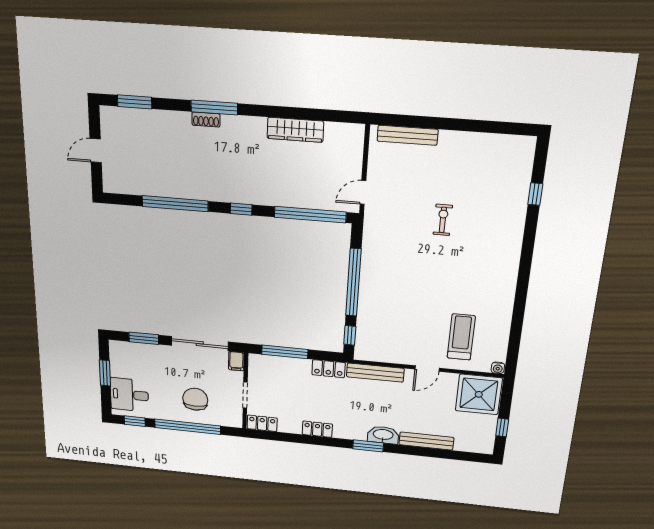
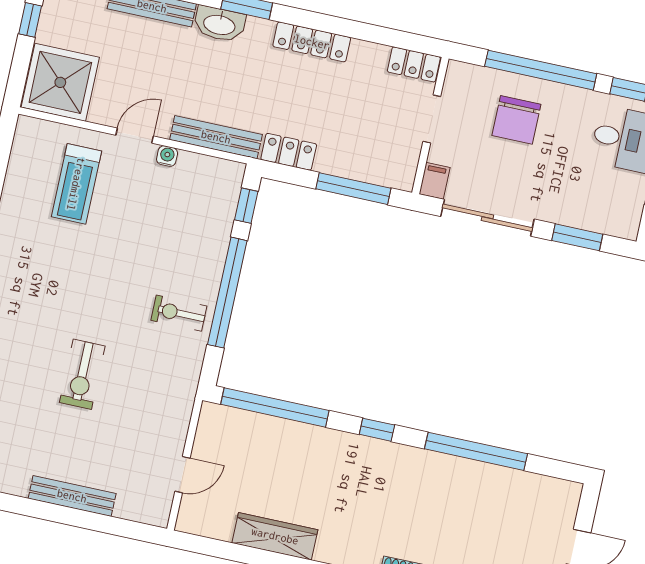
bench: (408, 135) -> (72, 496), moved
door: (363, 192) -> (182, 475), moved
exercise bike: (443, 220) -> (82, 374), width x1.38, depth x1.39
exercise bike: (383, 266) -> (179, 313), added
water cooler: (498, 368) -> (167, 156), moved
locker: (317, 429) -> (312, 42), width x1.53

